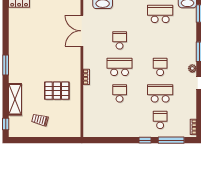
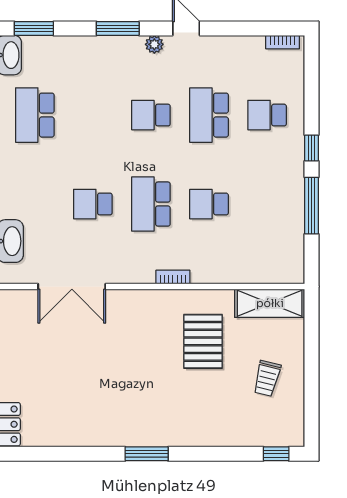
shelving: (15, 99) -> (270, 303), moved
window: (171, 140) -> (311, 206), moved

